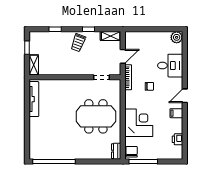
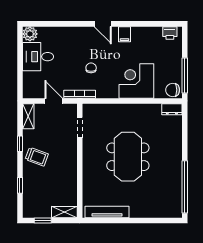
desk: (170, 66) -> (38, 57), moved, turned -90
meeting table: (96, 116) -> (128, 157), moved
printer: (177, 139) -> (170, 33), moved

